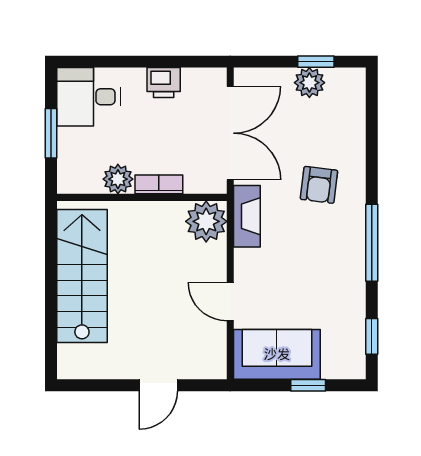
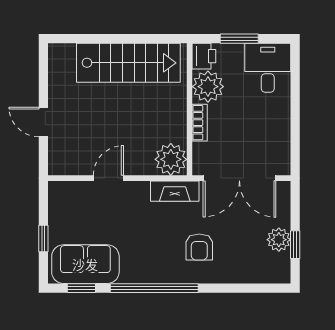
printer: (164, 82) -> (204, 56), moved, turned 180
plant: (118, 179) -> (208, 87), width x1.36, depth x1.36
armchair: (319, 185) -> (199, 247), turned -97
window: (372, 243) -> (154, 288), width x1.46
sofa: (277, 354) -> (85, 264), moved, turned -90

